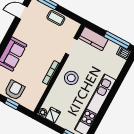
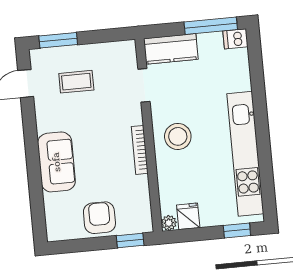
coffee table: (56, 18) -> (76, 82), moved
window: (12, 104) -> (130, 241), moved

